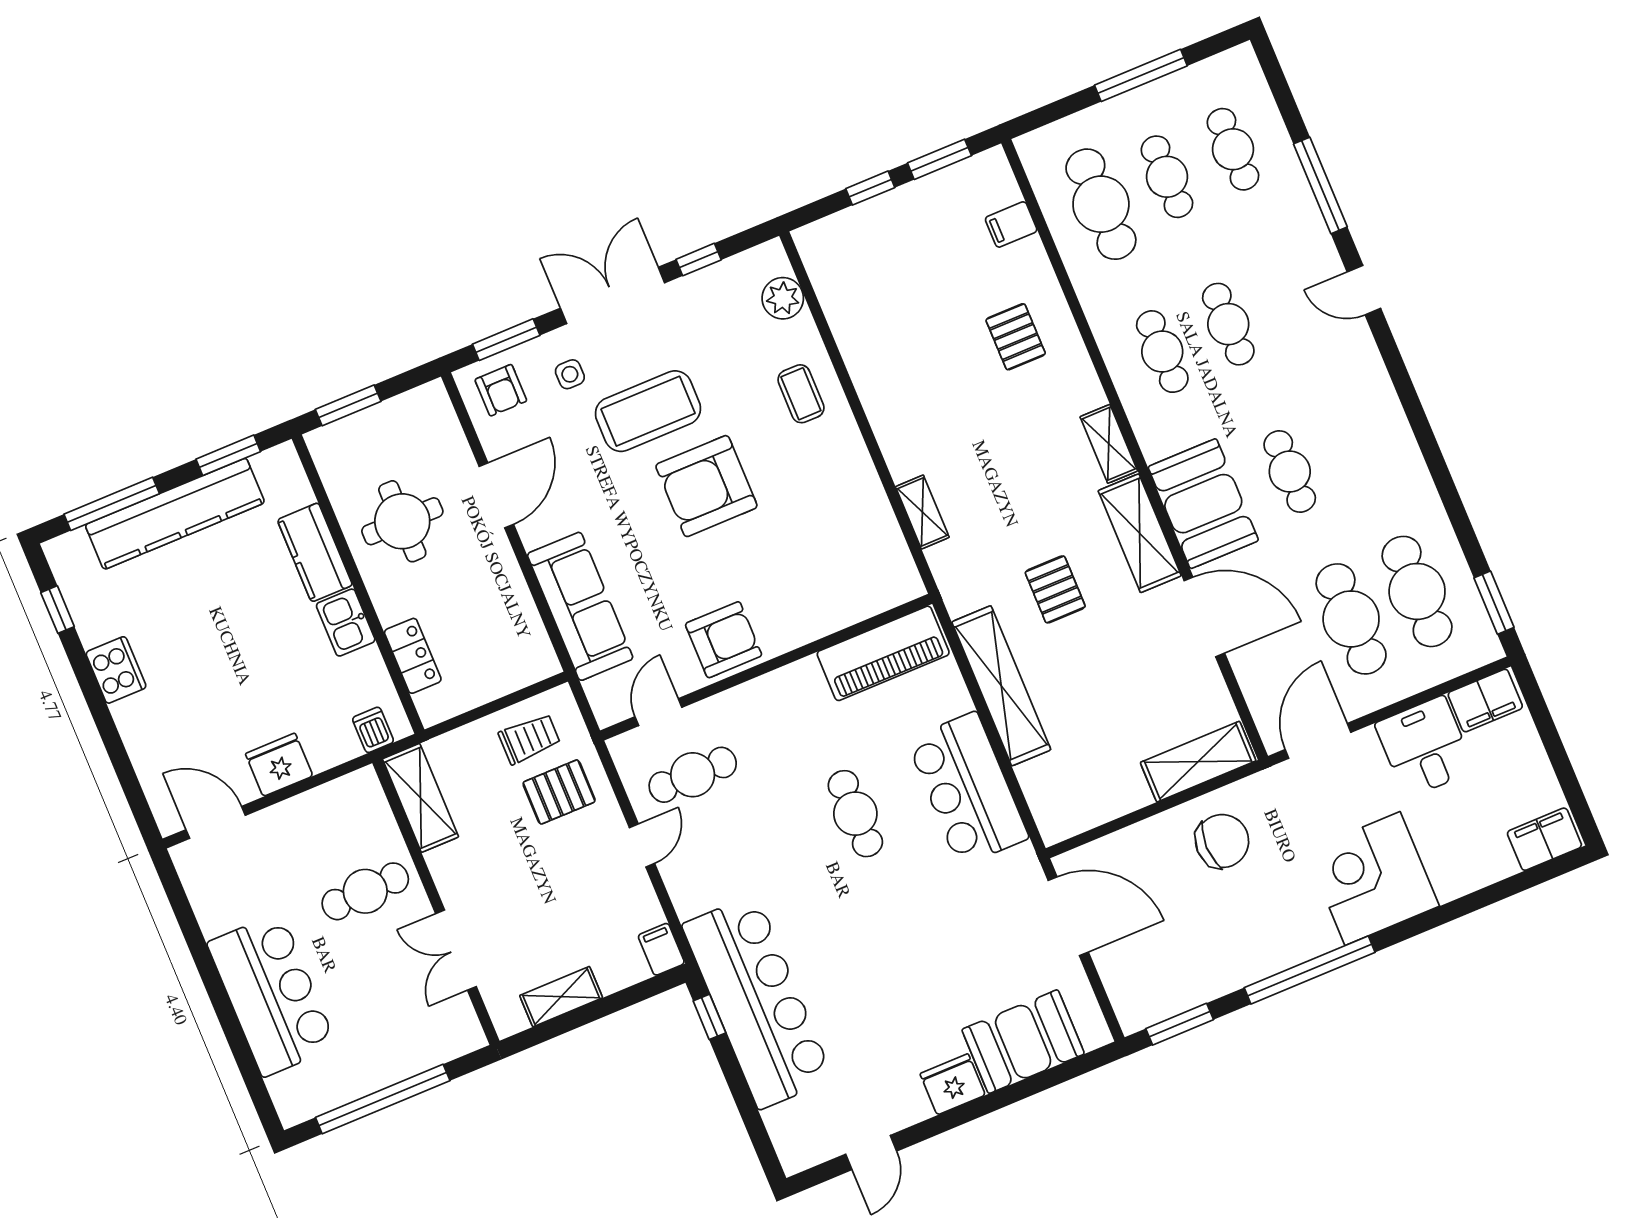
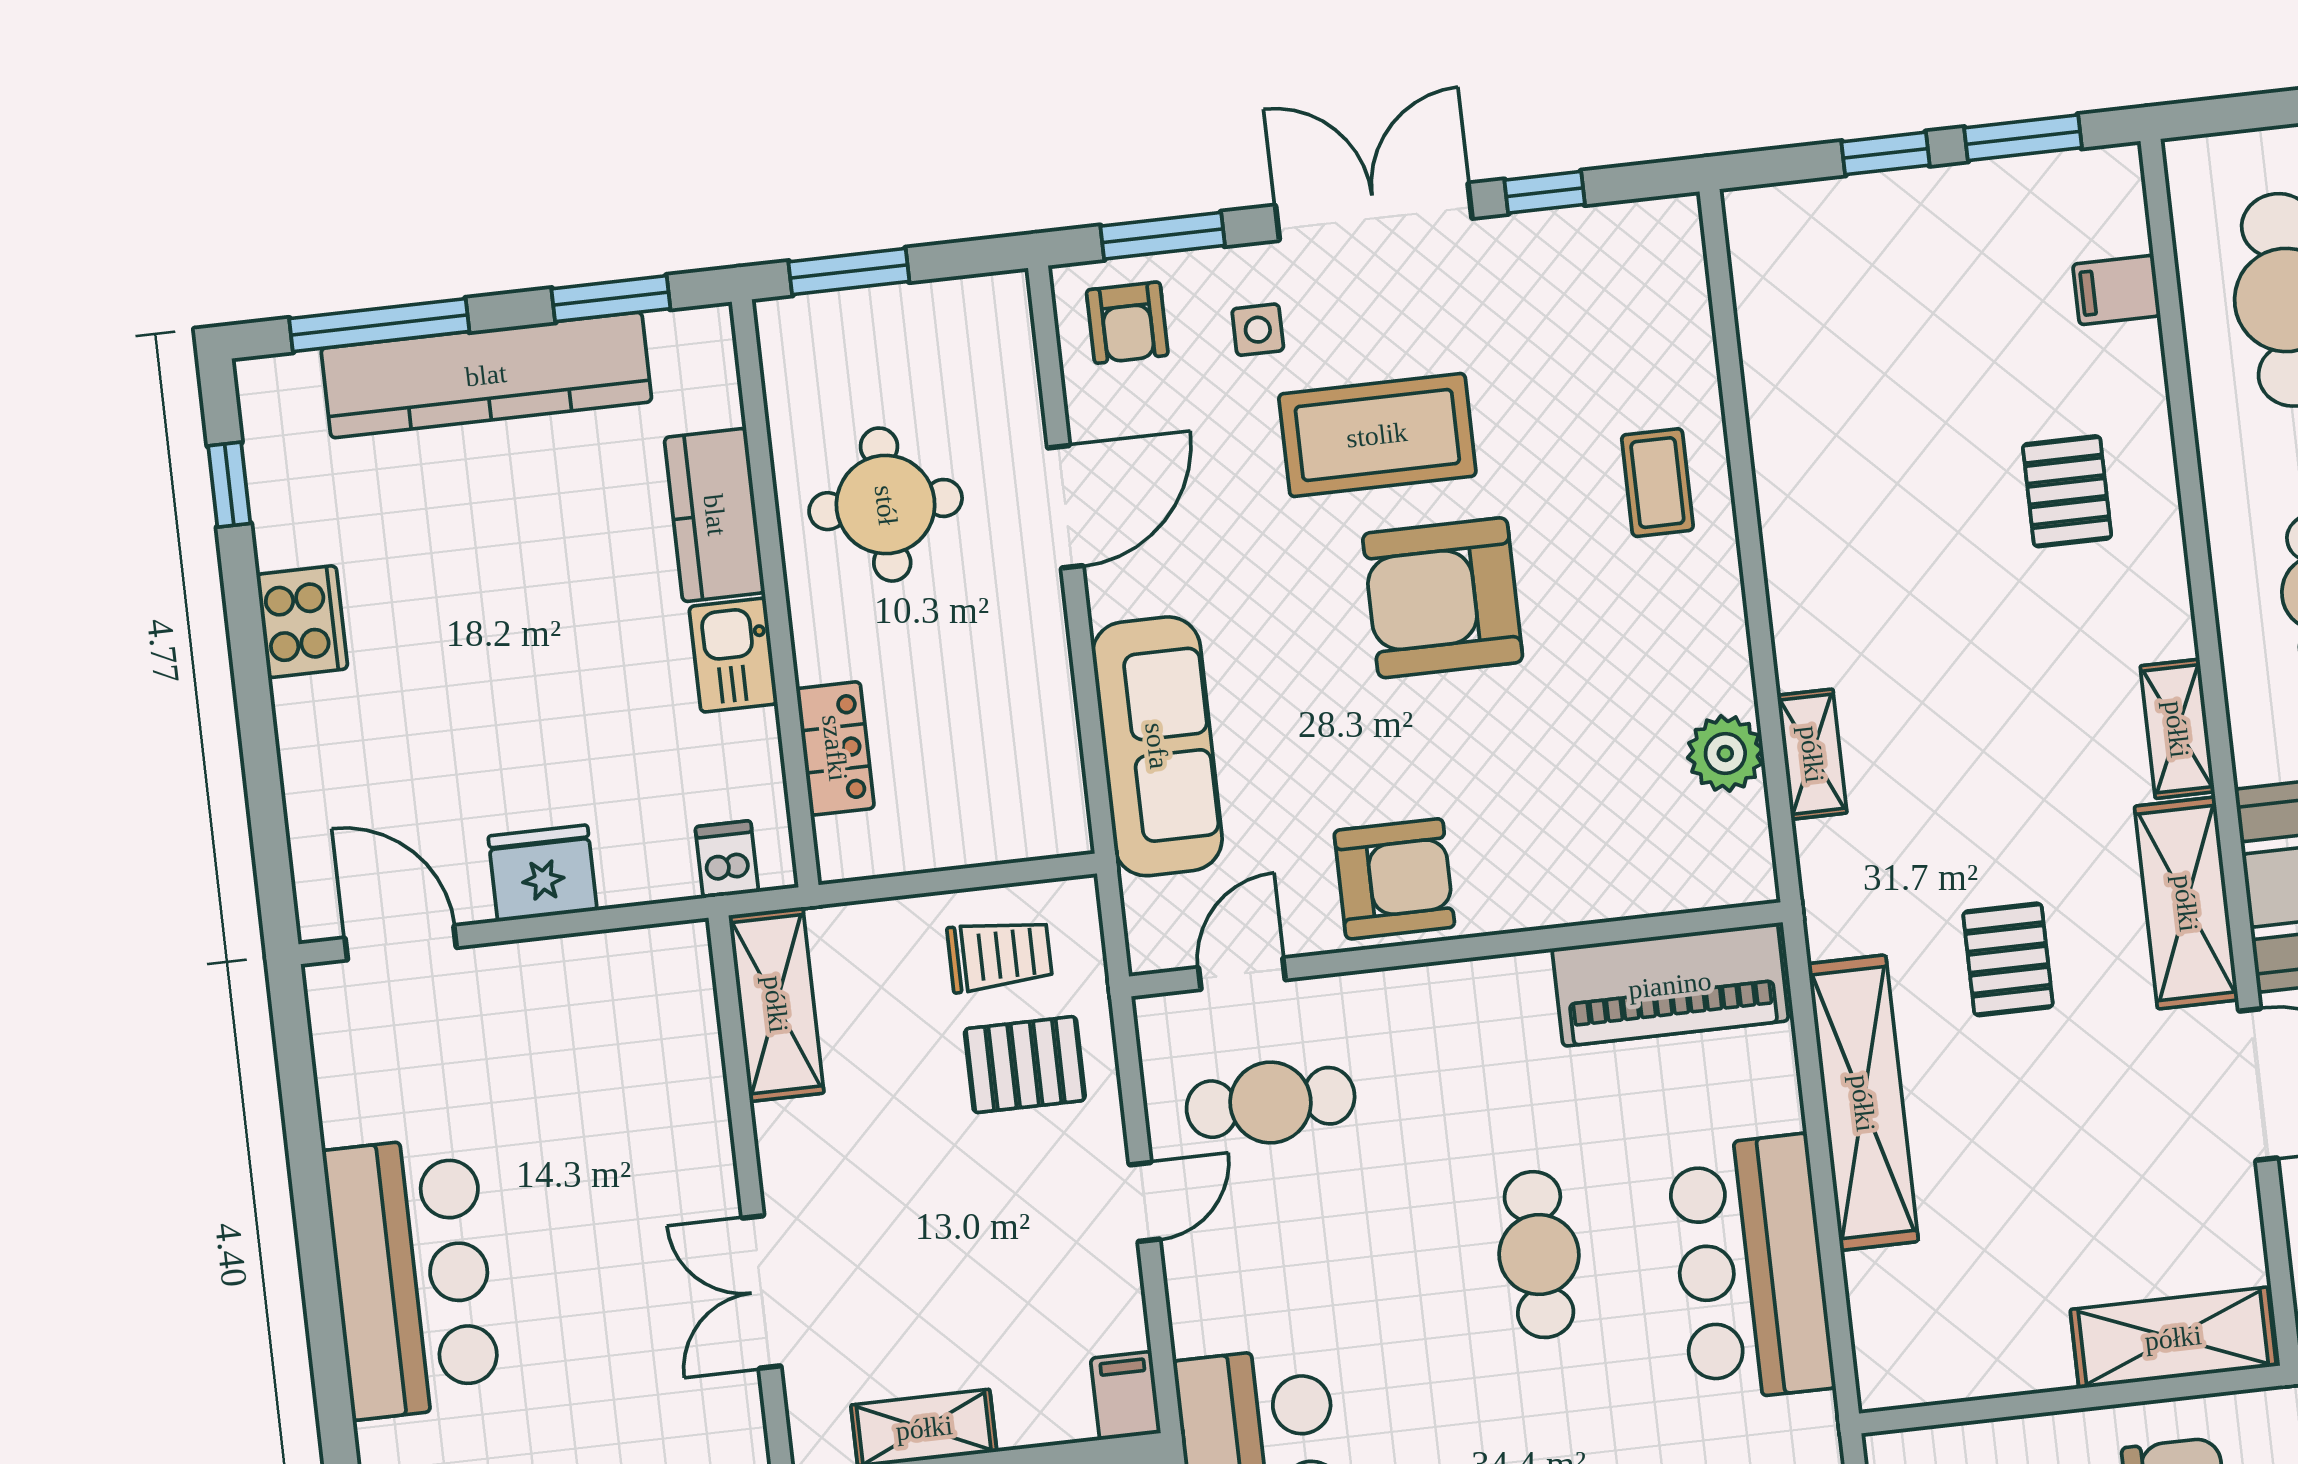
plant: (783, 298) -> (1725, 753), moved
cafe table: (365, 891) -> (631, 1141), removed

